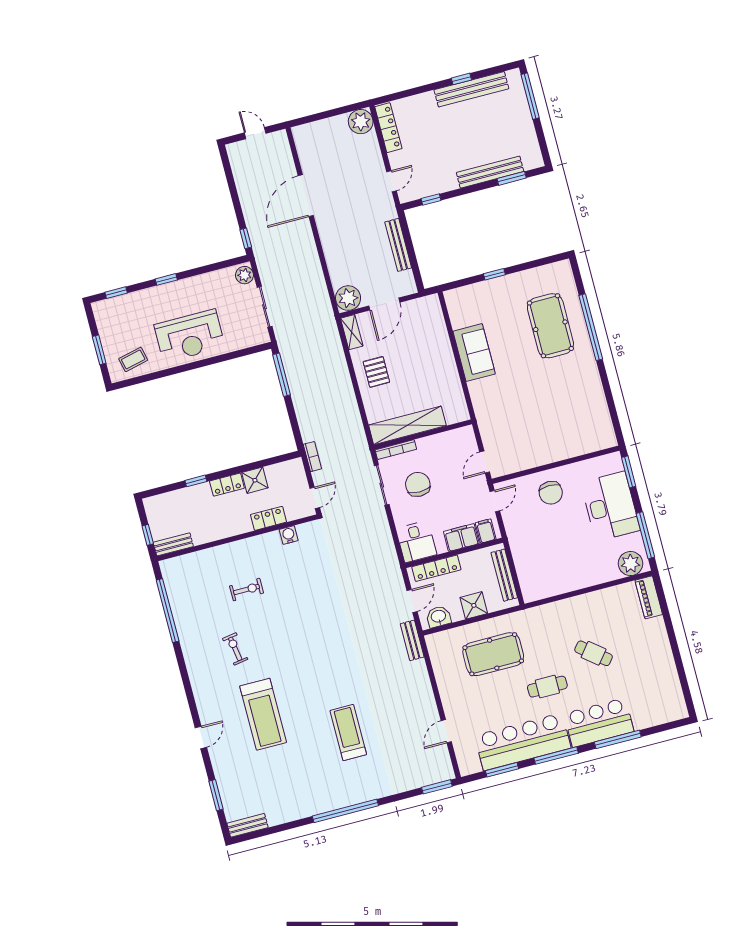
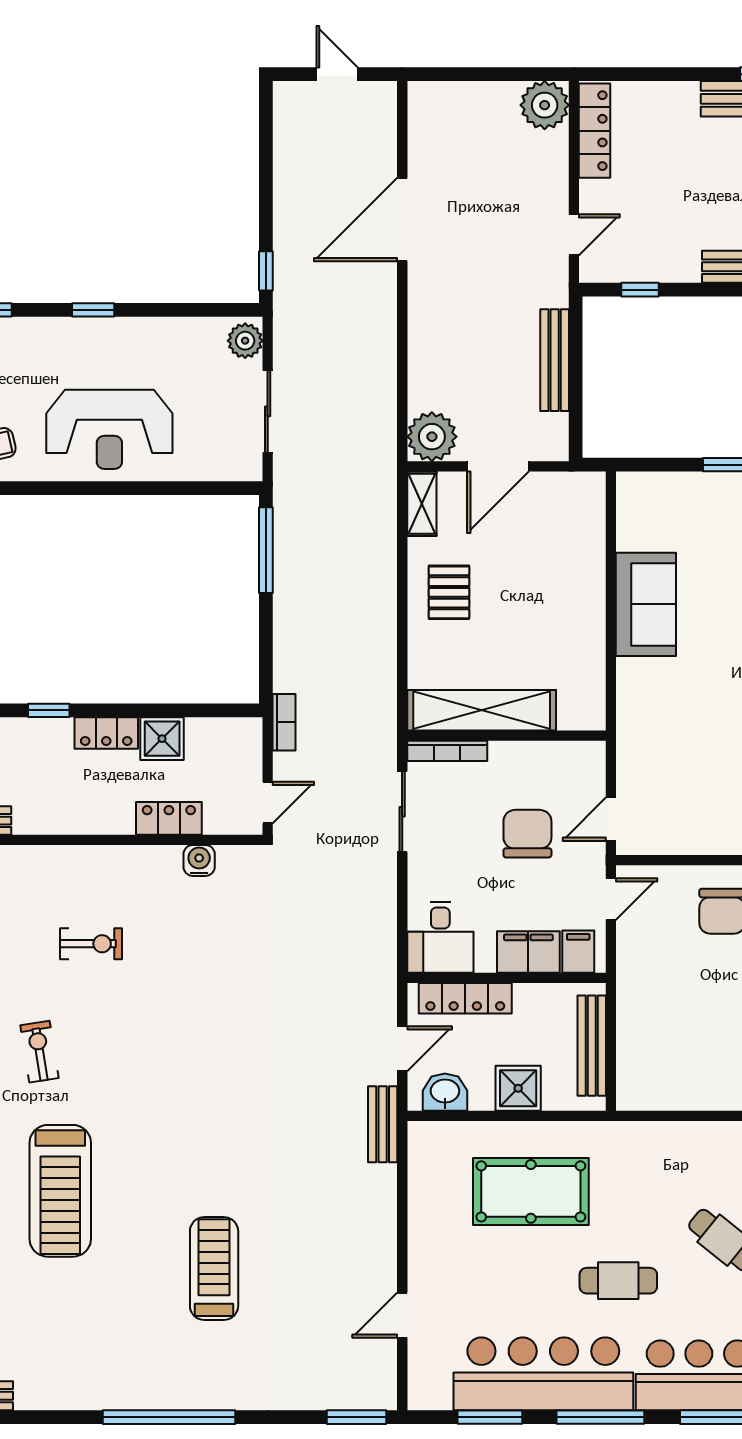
chair: (418, 484) -> (527, 834), moved

